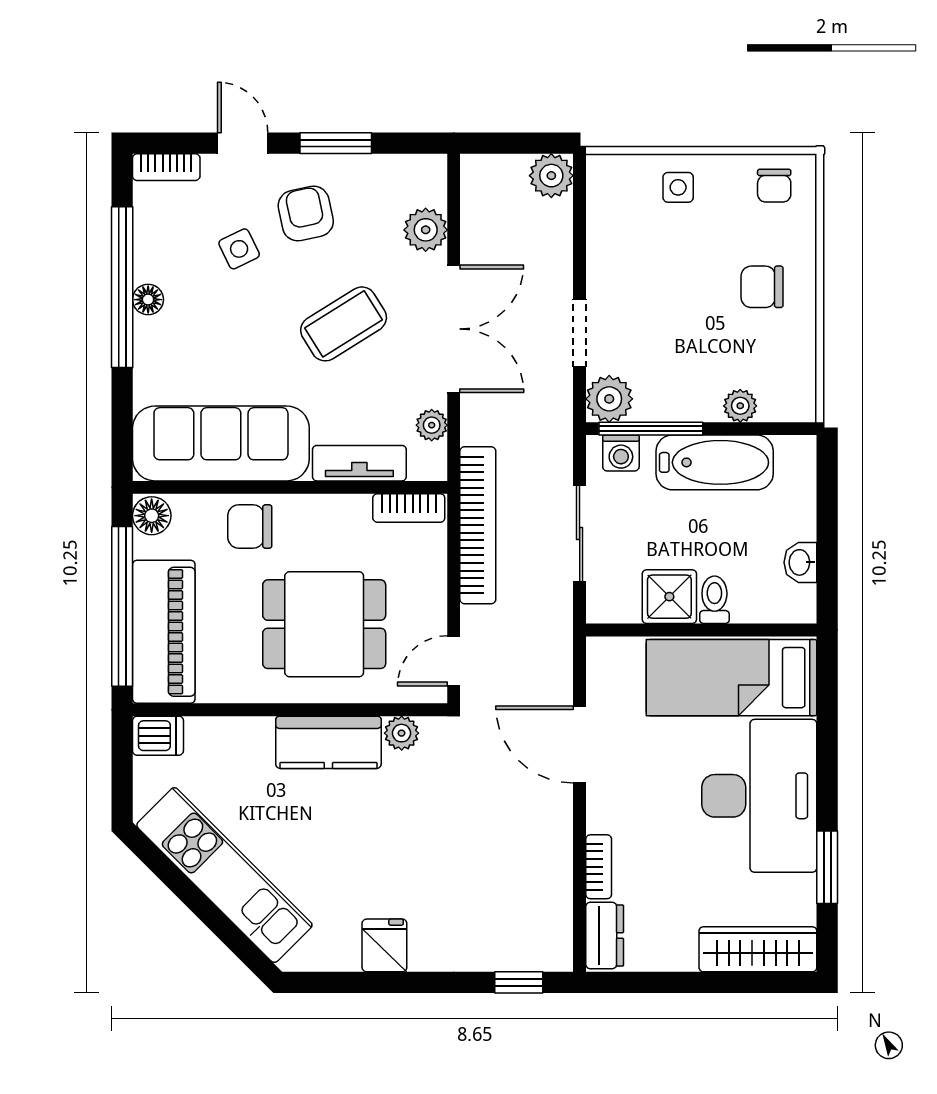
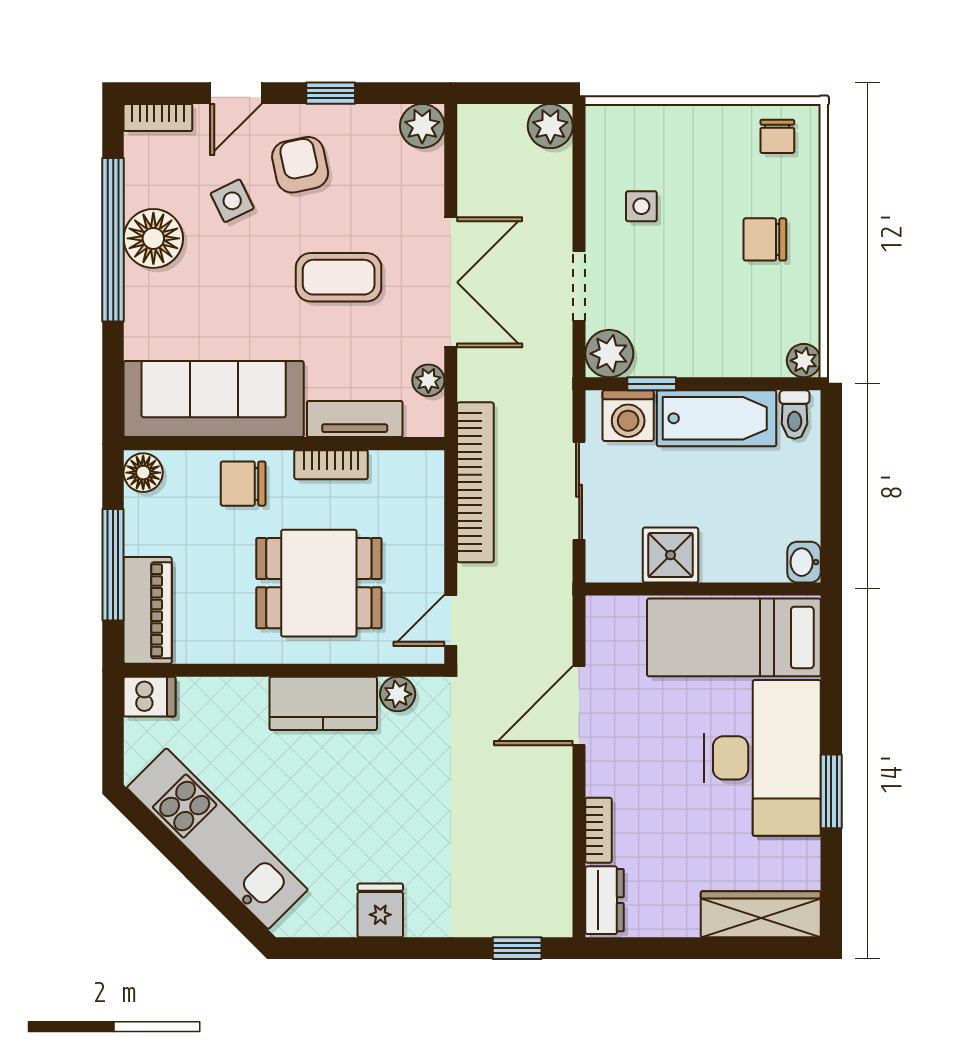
door: (243, 143) -> (236, 93), swing flipped
window: (336, 143) -> (331, 93), width x0.67
side table: (678, 187) -> (641, 206), moved
plant: (426, 230) -> (422, 126), moved
floor lamp: (148, 300) -> (153, 238), width x1.89, depth x1.89
coffee table: (344, 324) -> (339, 277), turned 32
plant: (740, 406) -> (804, 361), moved
window: (651, 429) -> (652, 384), width x0.46
washing machine: (621, 453) -> (628, 416), width x1.38, depth x1.38
bookcase: (409, 508) -> (331, 465), moved
washbasin: (800, 562) -> (804, 562), moved
toilet: (714, 600) -> (795, 415), moved, turned 180
window: (122, 606) -> (113, 565), width x0.68
piano: (164, 632) -> (148, 610), width x0.73, depth x0.75
door: (580, 744) -> (579, 706), hinge flipped
window: (827, 867) -> (831, 791), moved

